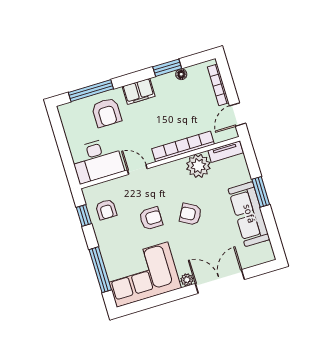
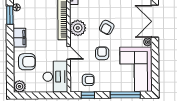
window: (91, 91) -> (10, 68), removed
plant: (68, 112) -> (19, 86), added
plant: (198, 166) -> (78, 28), moved
door: (137, 169) -> (69, 53), swing flipped

